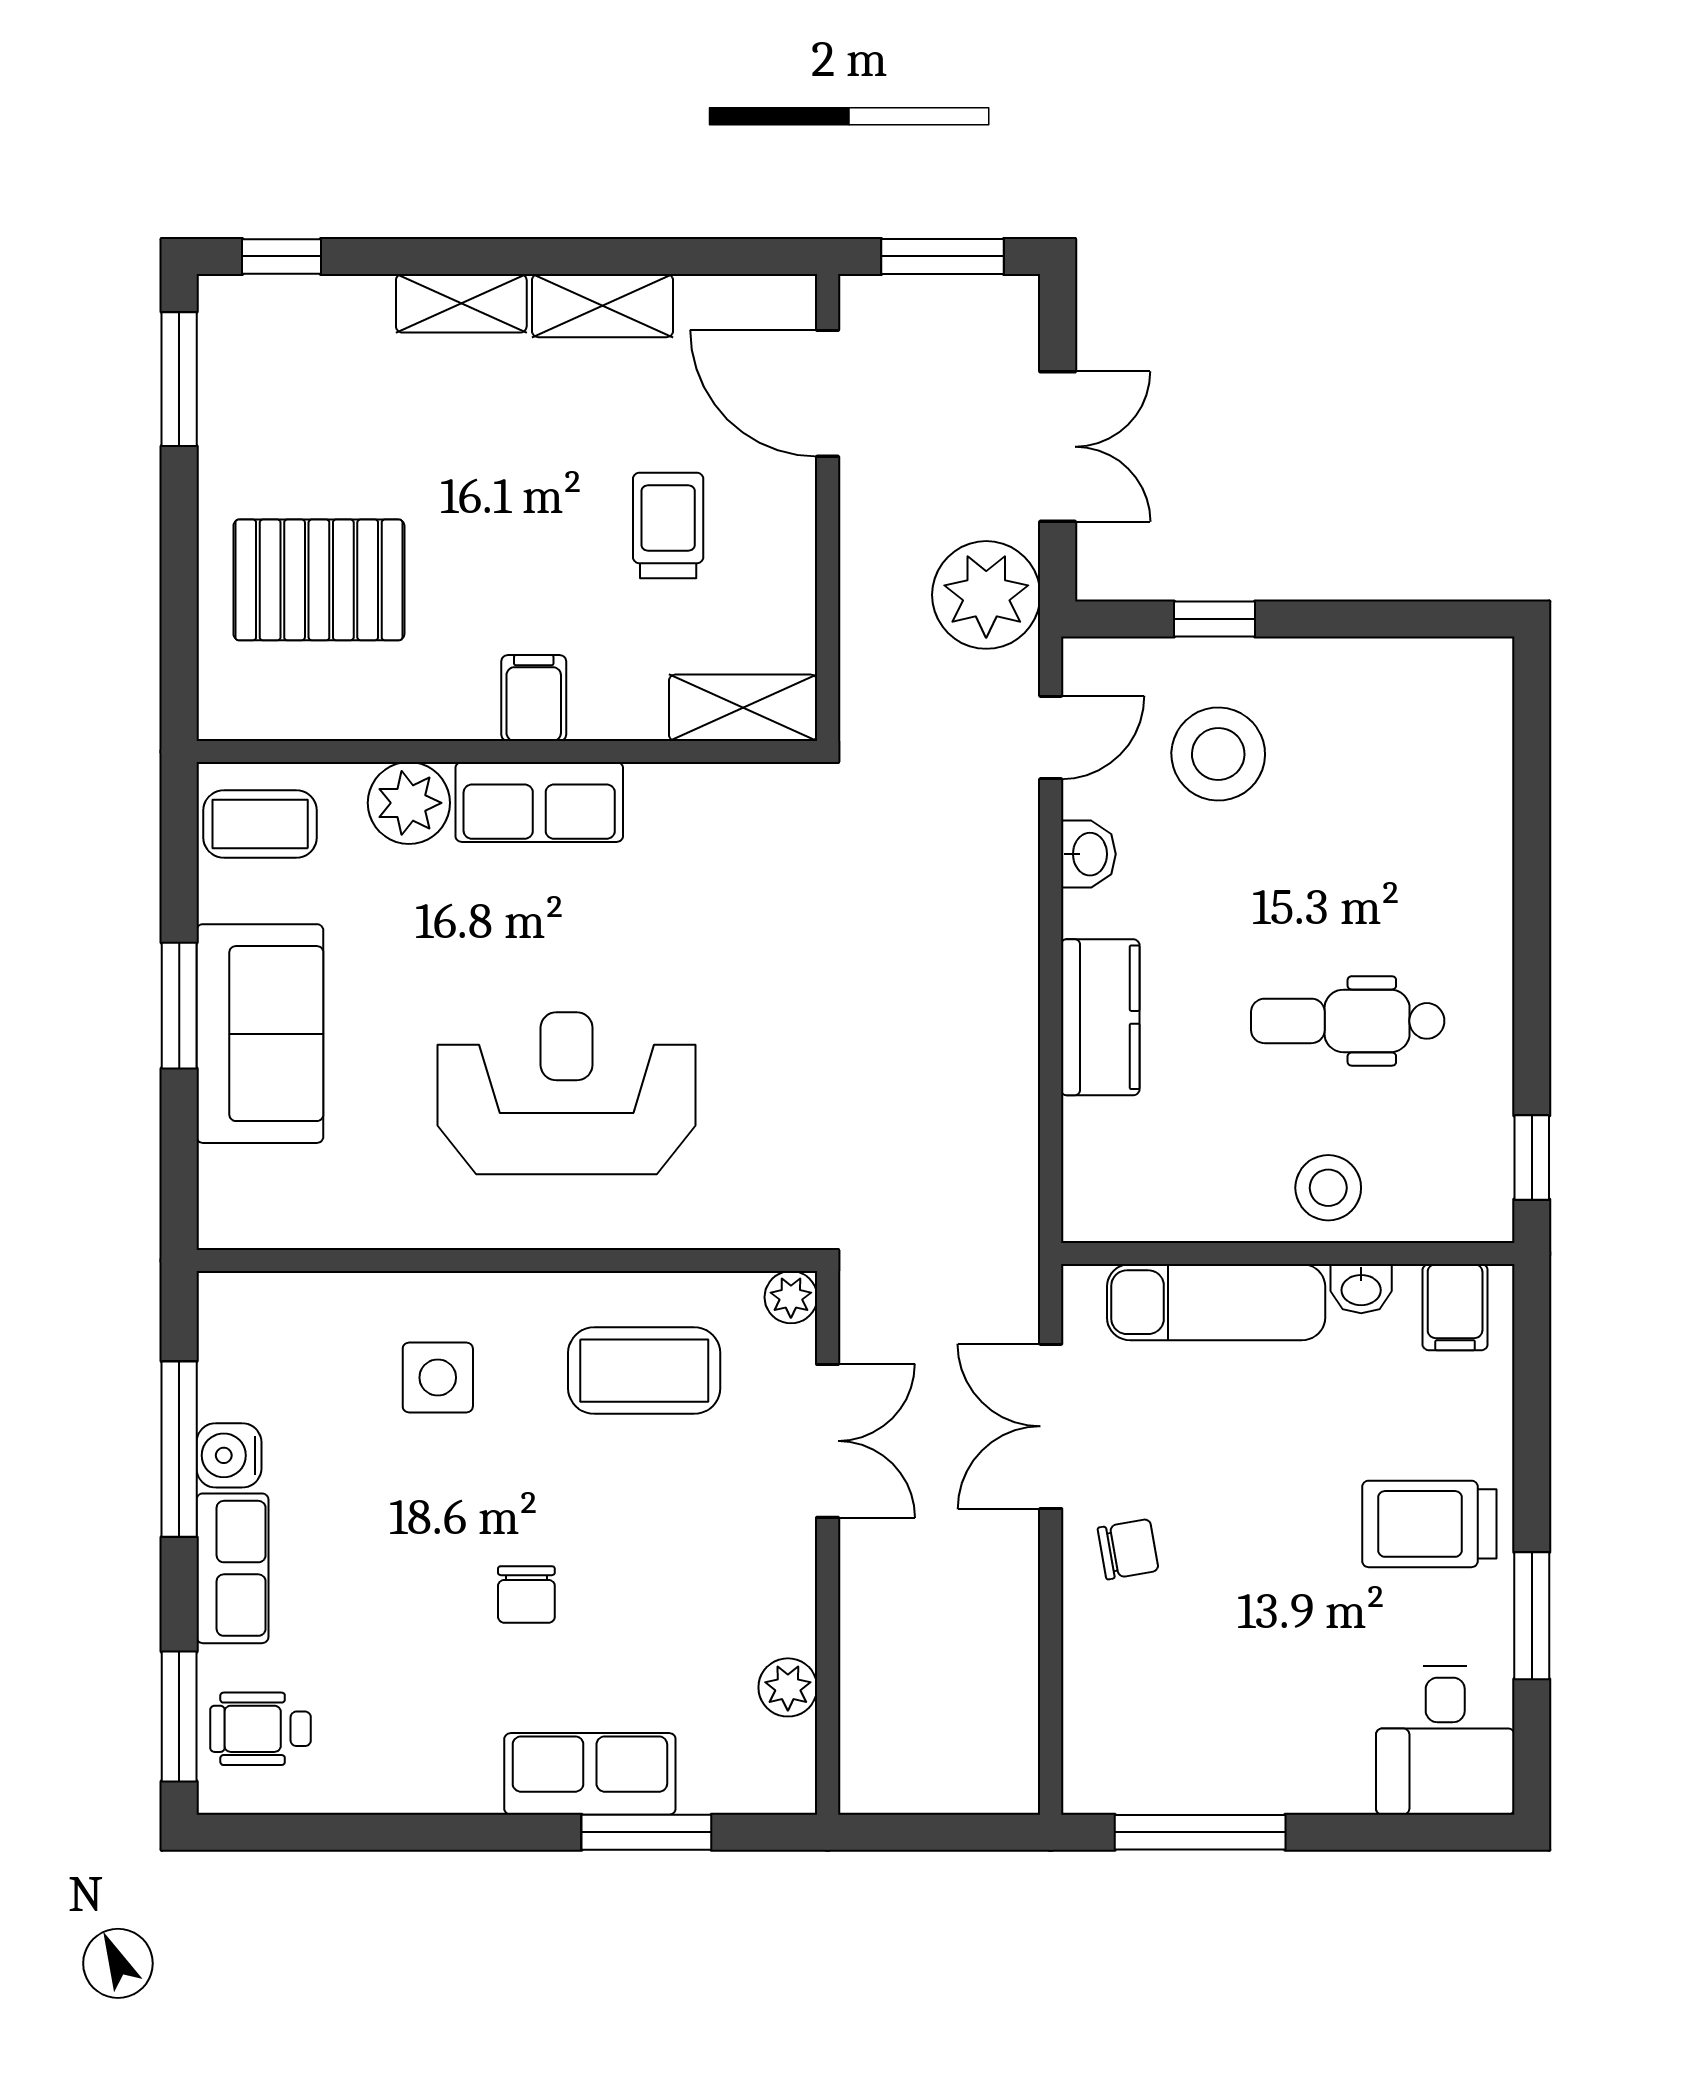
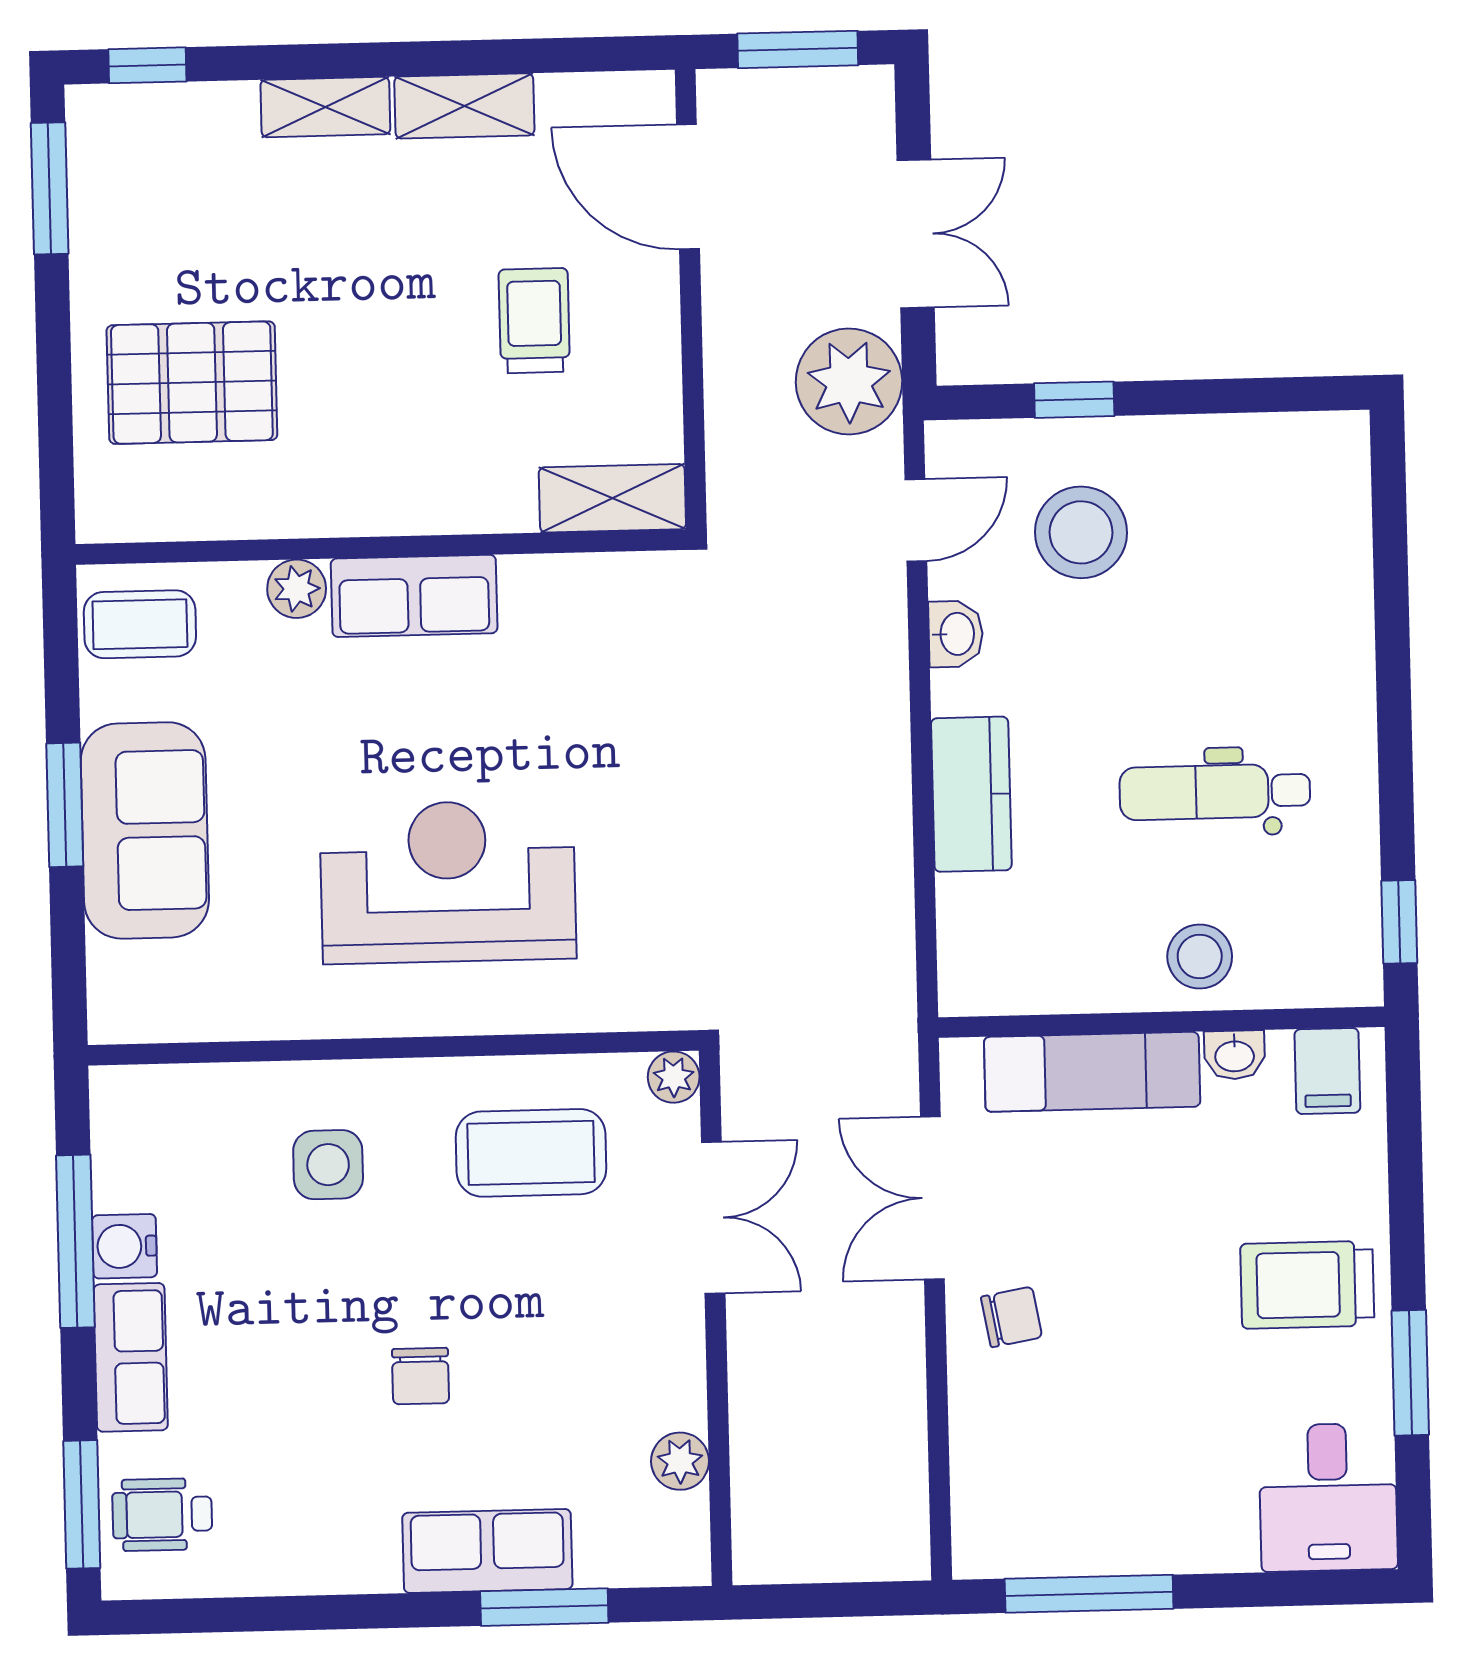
filing cabinet: (534, 698) -> (406, 494), removed
plant: (409, 803) -> (297, 589), width x0.73, depth x0.73

